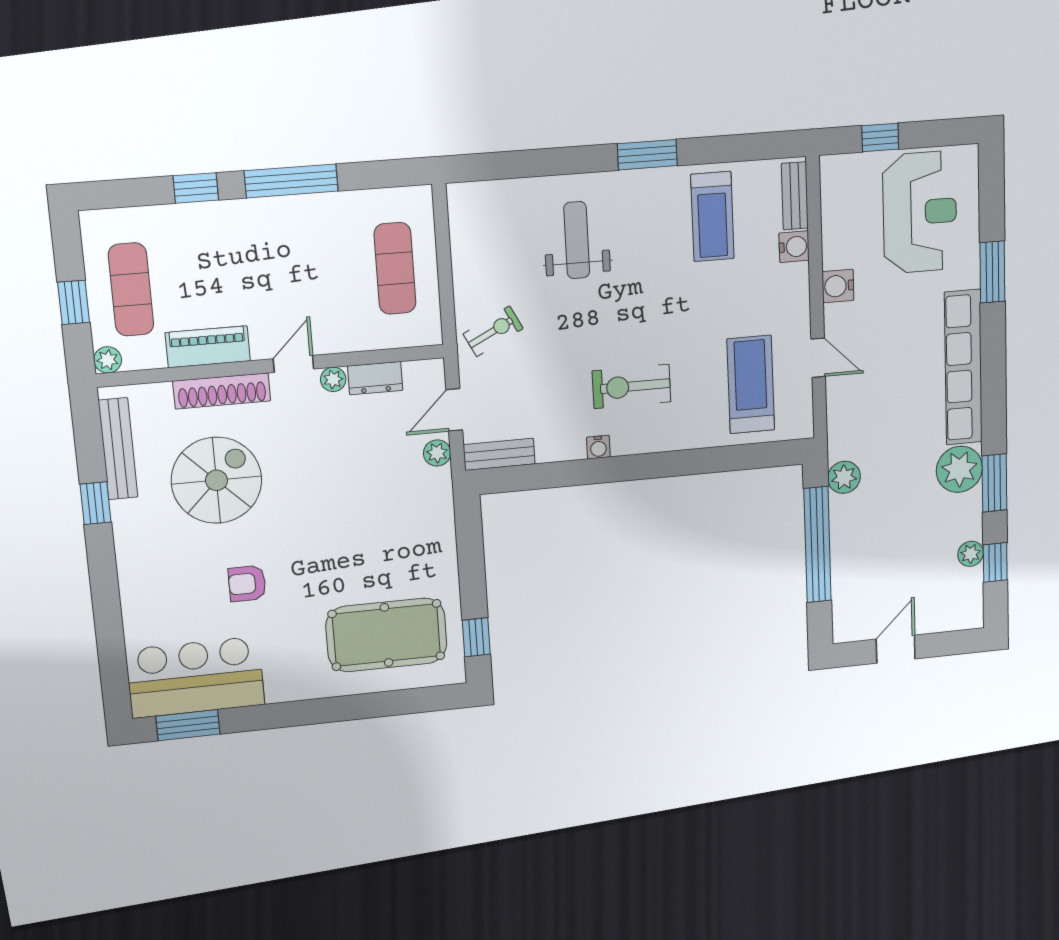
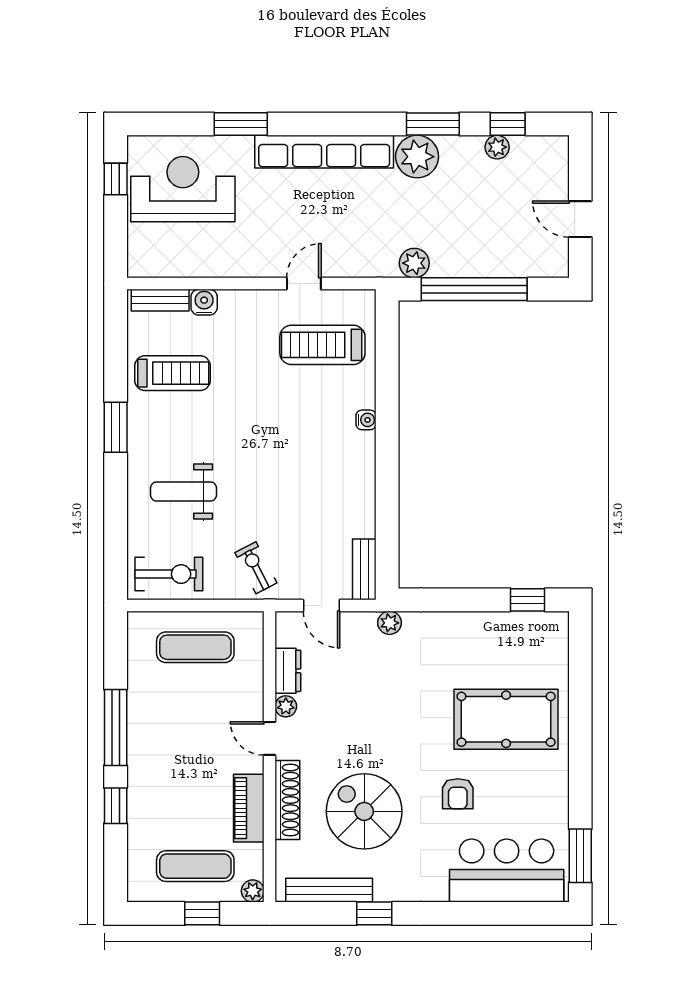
window: (880, 137) -> (116, 179), moved
water cooler: (838, 286) -> (242, 264), removed
exercise bike: (631, 386) -> (169, 574), moved, turned -90
water cooler: (598, 447) -> (366, 420), moved
plant: (437, 453) -> (390, 623), moved
pool table: (387, 635) -> (506, 719), moved, turned 90
bar counter: (195, 677) -> (507, 871), moved, turned 90

